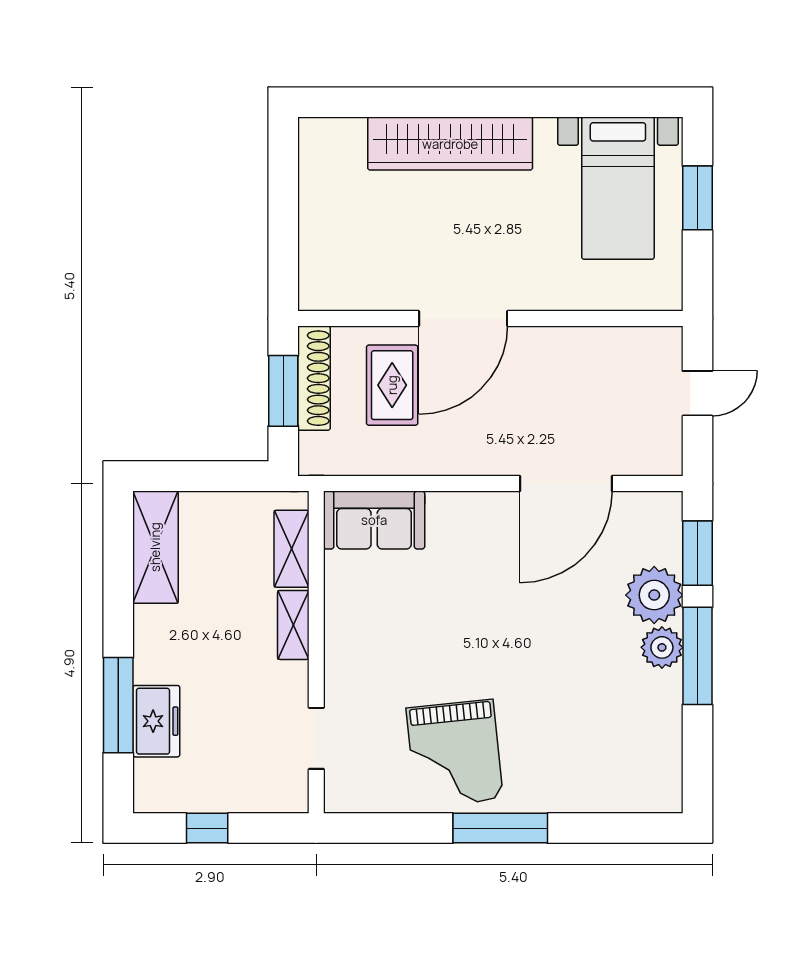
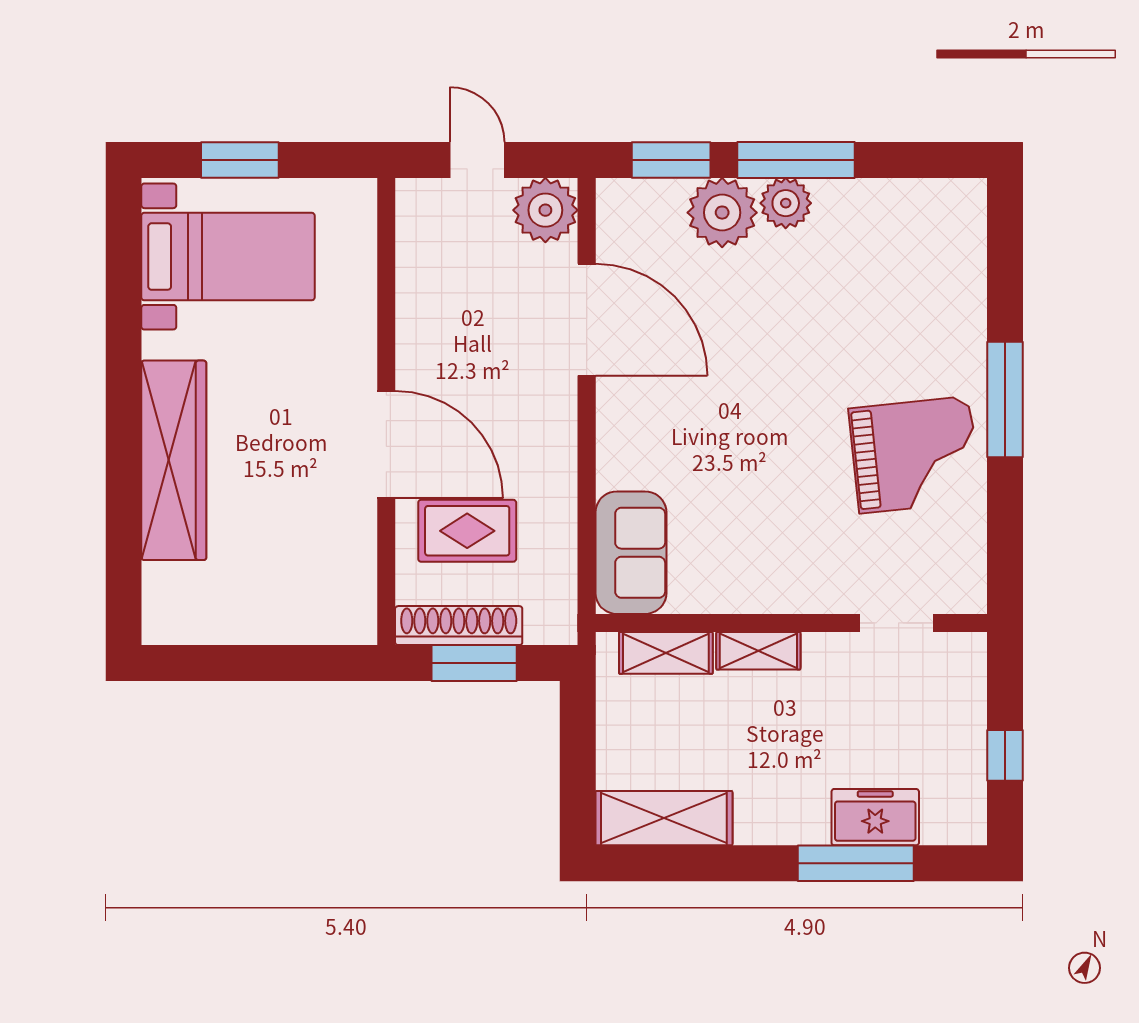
plant: (656, 450) -> (545, 210), added

